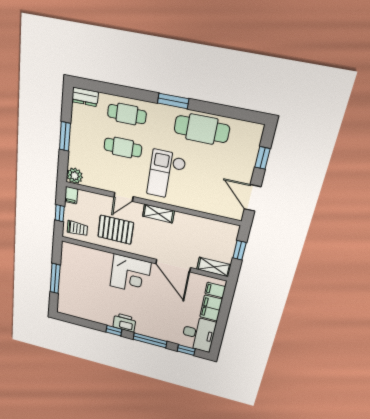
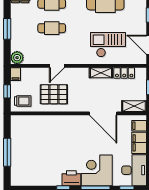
checkout: (166, 175) -> (108, 45), moved, turned 90
shelving: (158, 214) -> (101, 73), moved
locker: (209, 225) -> (124, 73), added
corner desk: (130, 274) -> (97, 170), moved, turned 180

